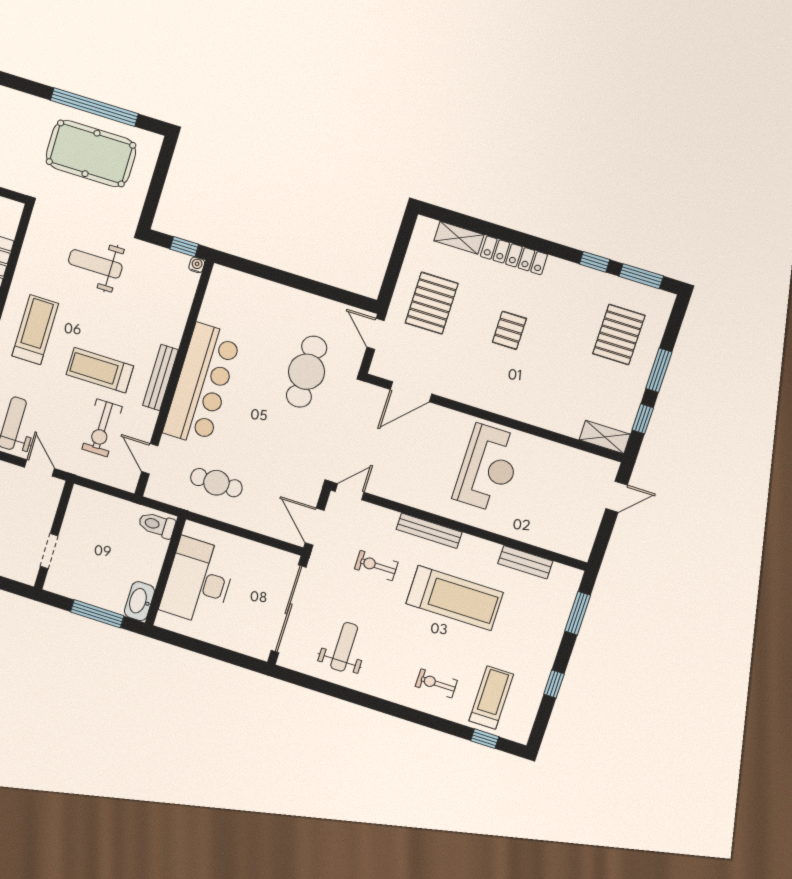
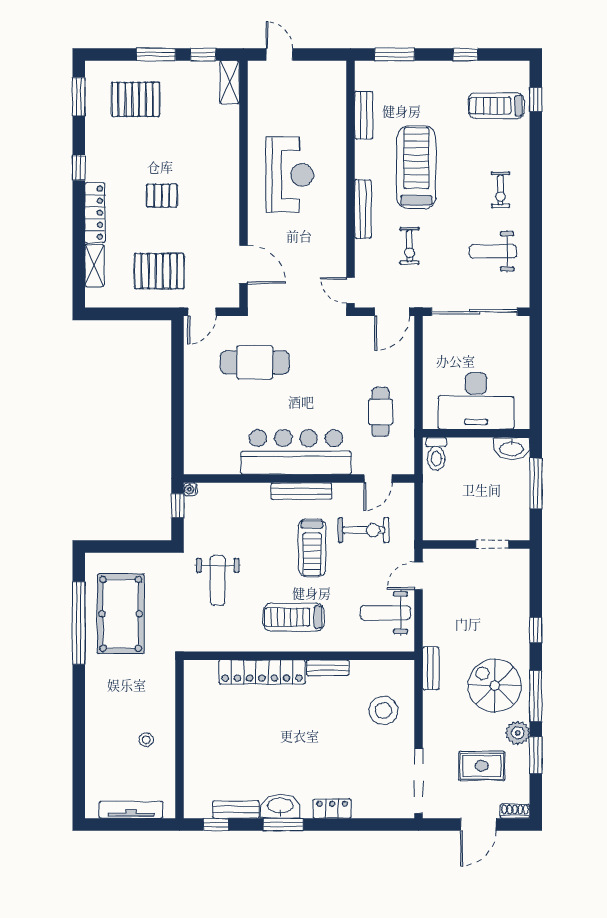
window: (594, 262) -> (79, 168), moved
reception desk: (488, 468) -> (290, 175), turned 90
exercise bike: (436, 683) -> (501, 190), moved

